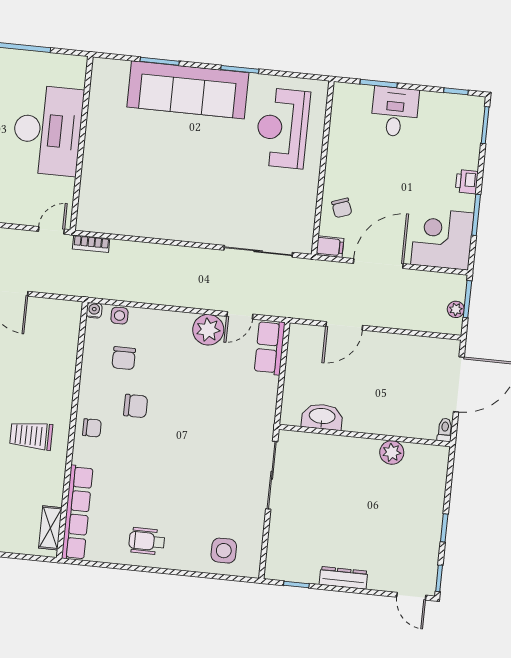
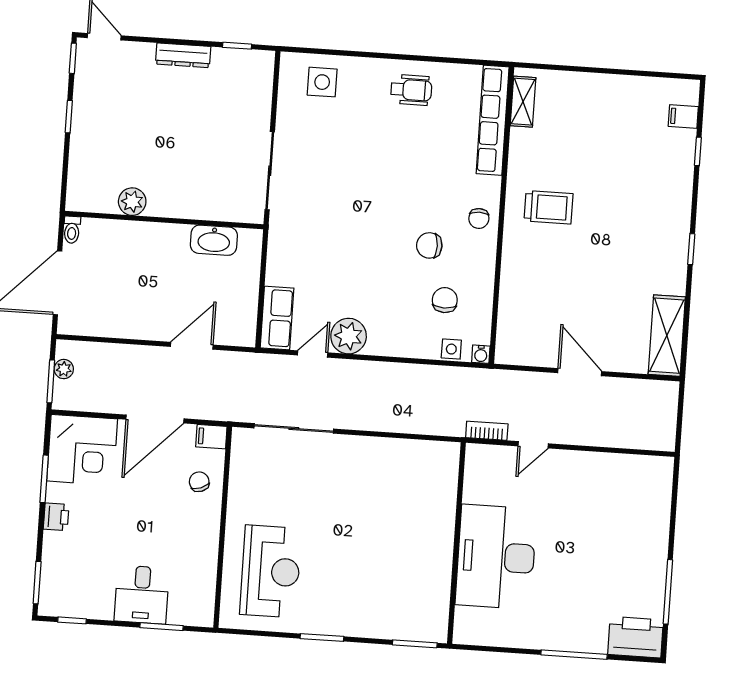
sofa: (188, 90) -> (381, 612), removed
desk: (48, 130) -> (496, 557), moved
wall: (81, 143) -> (456, 543), moved
chair: (92, 428) -> (479, 218), turned -90

